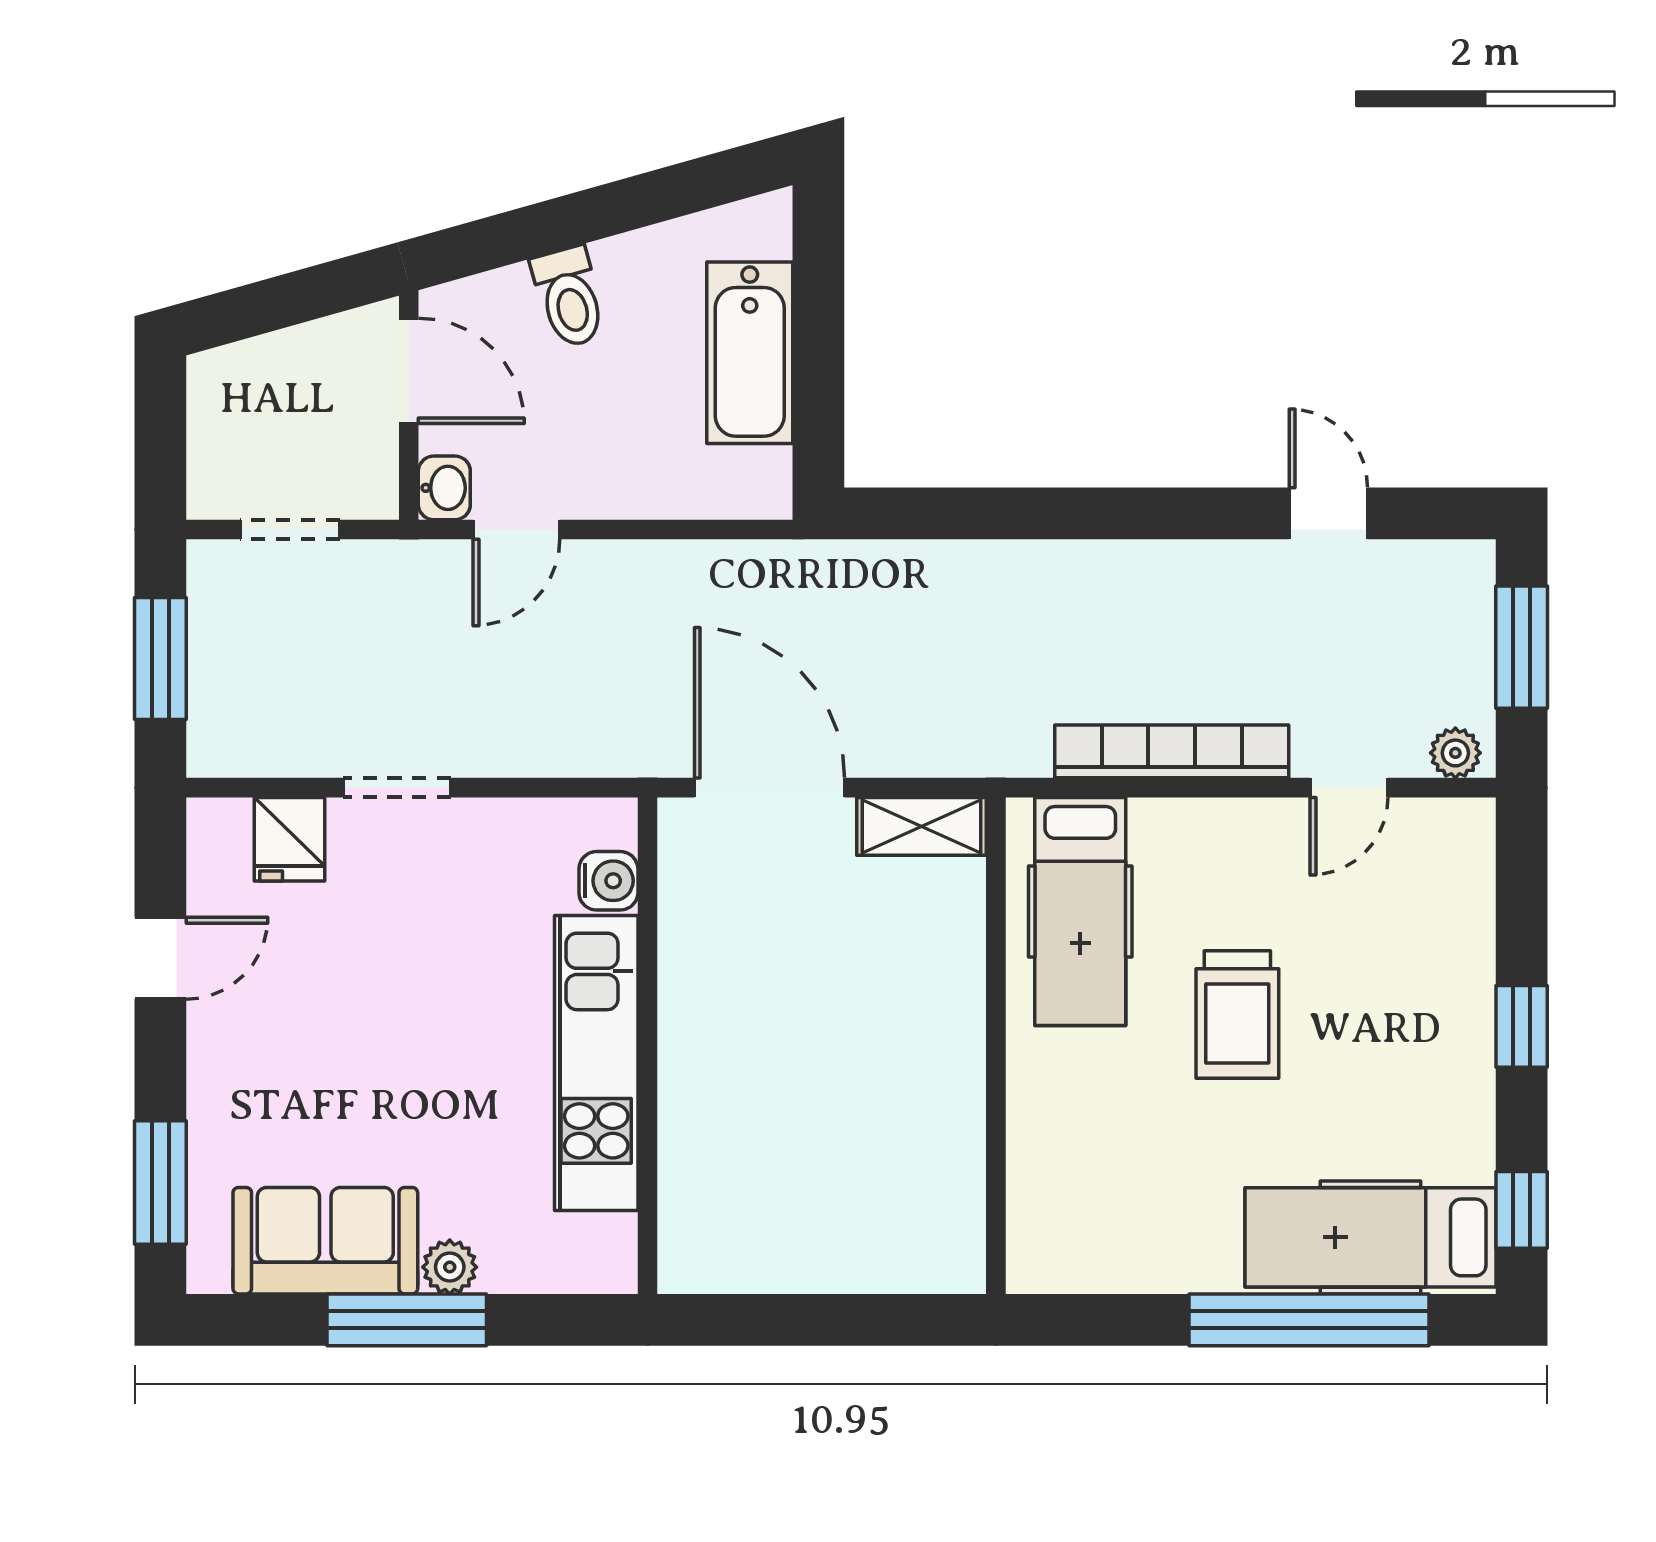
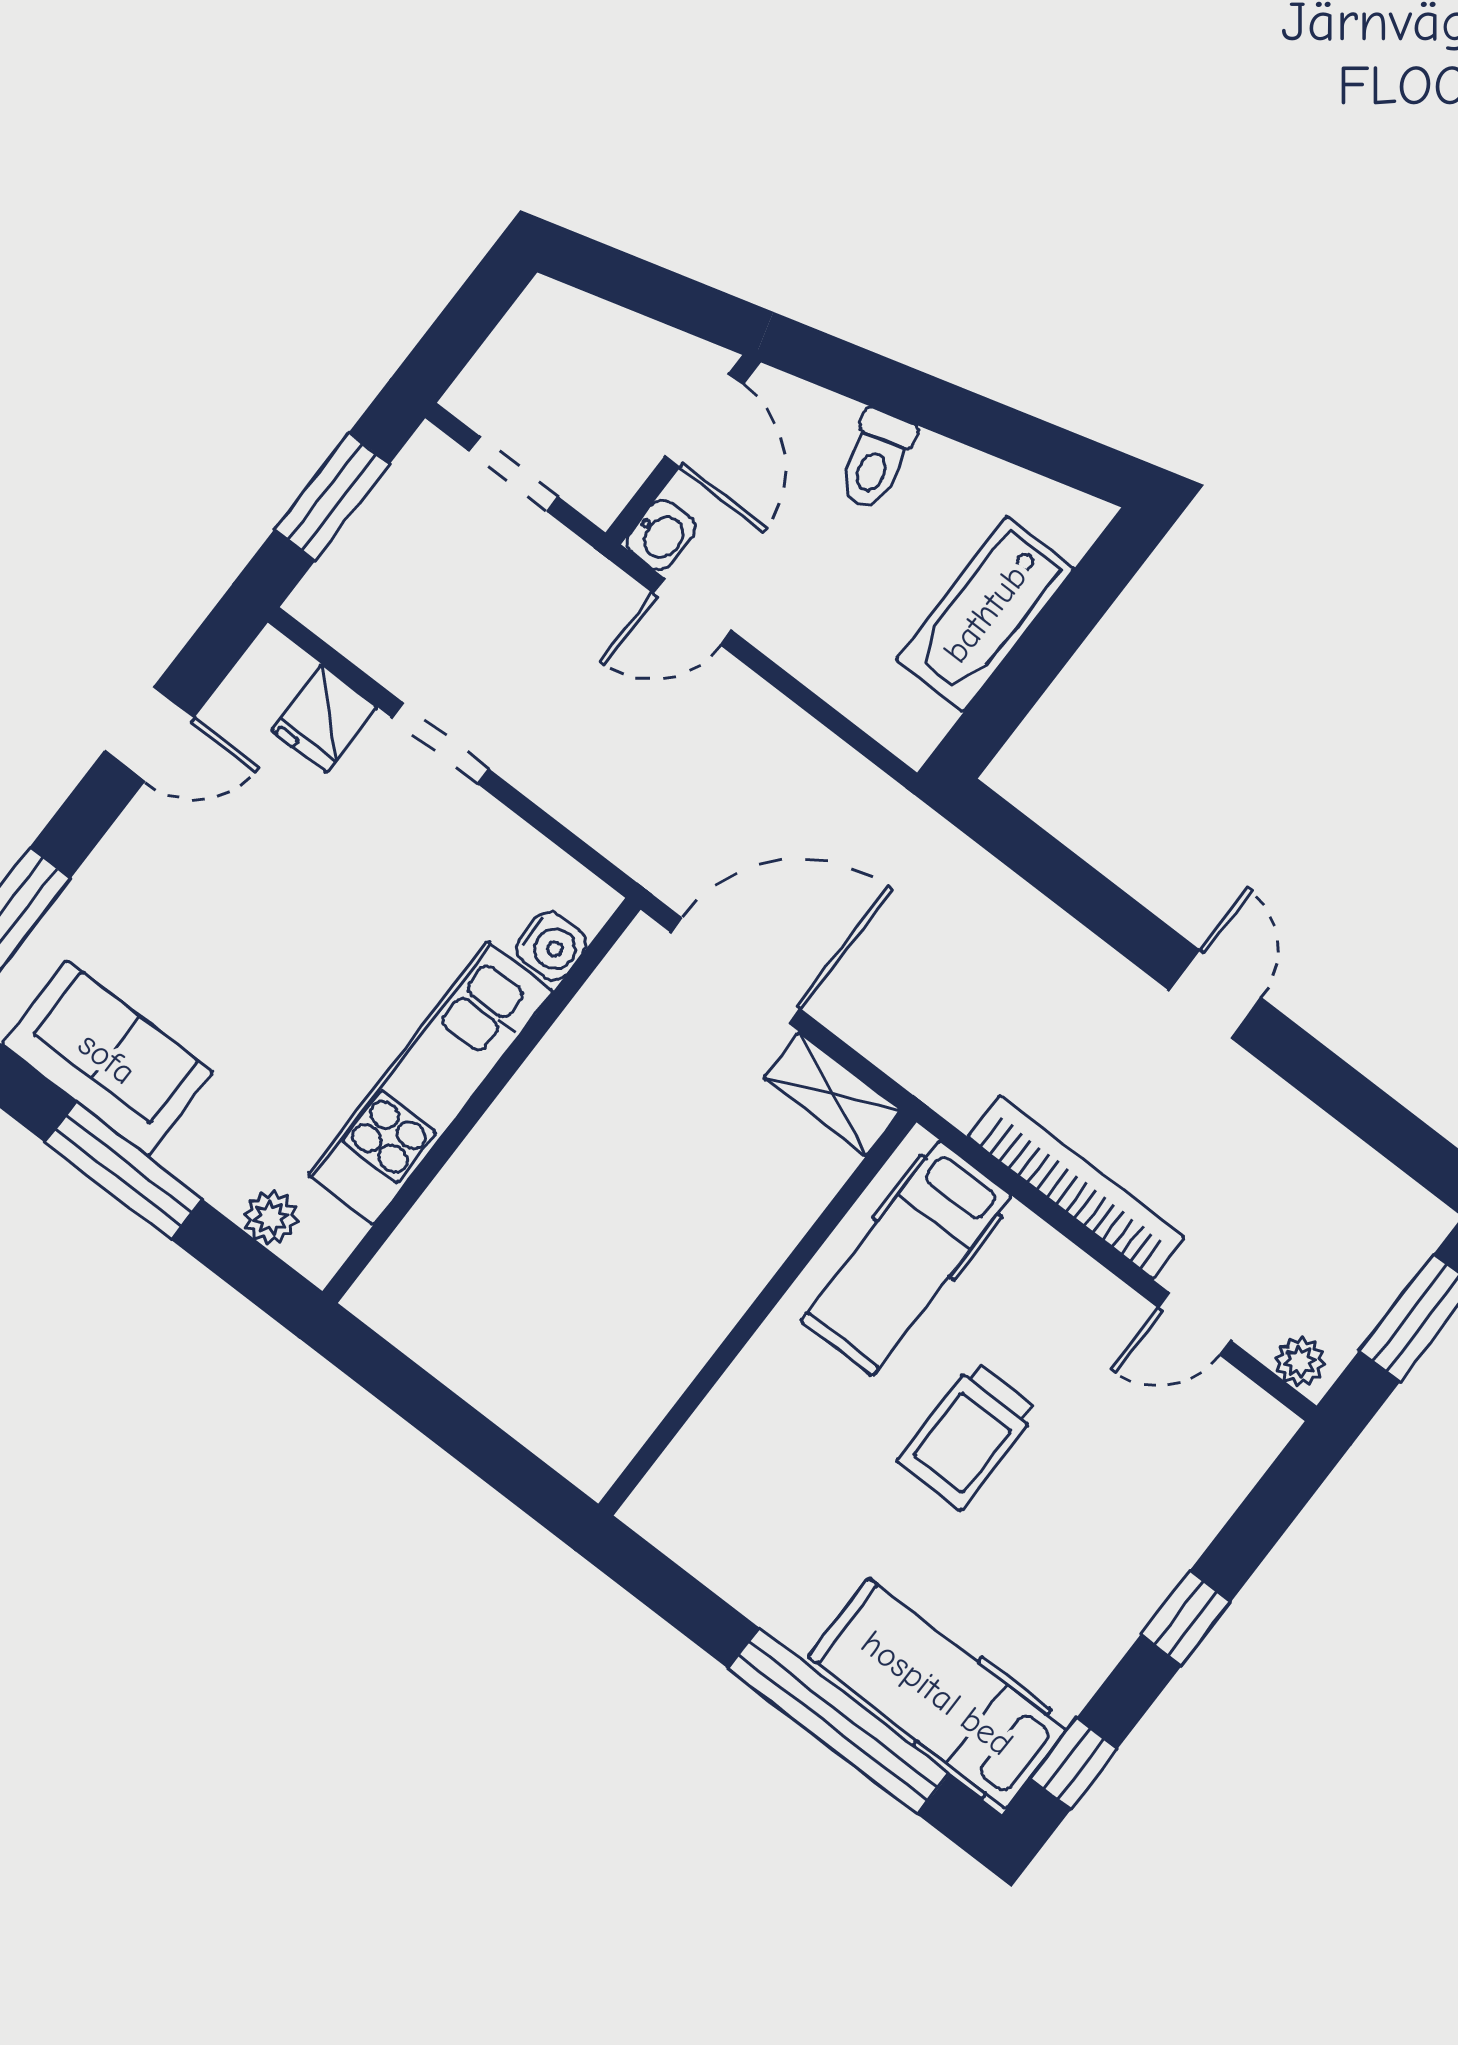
door: (1328, 513) -> (1215, 994), moved
door: (770, 788) -> (736, 971), hinge flipped
plant: (450, 1267) -> (271, 1217), moved

